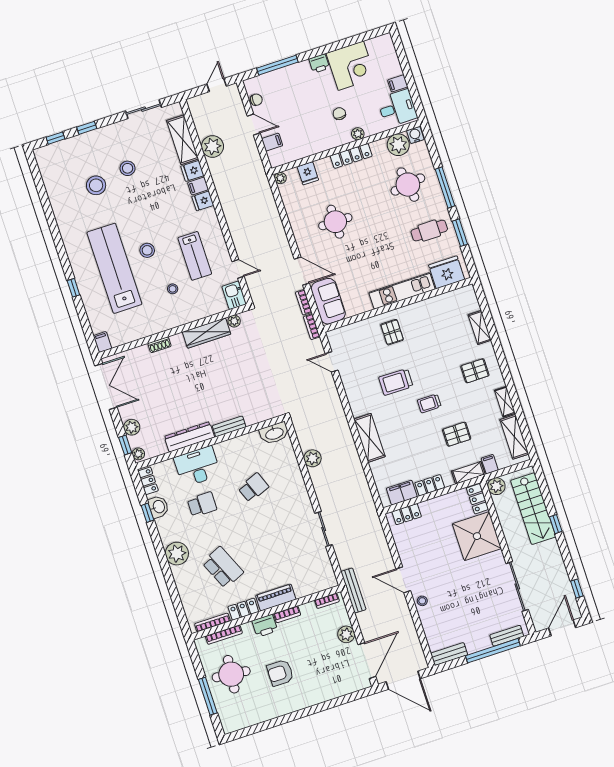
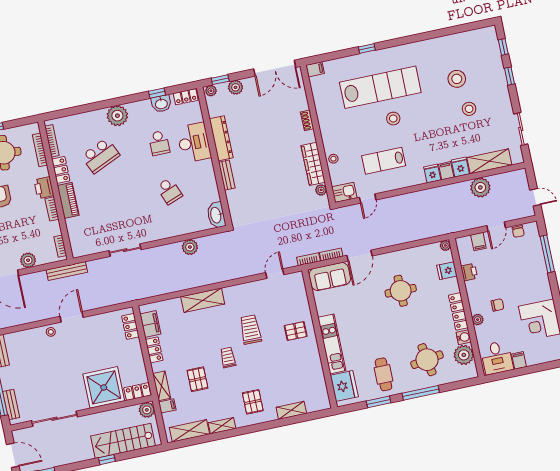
printer: (319, 64) -> (469, 272), moved, turned 180
water cooler: (415, 135) -> (464, 337), moved
stool: (173, 289) -> (333, 159), moved

